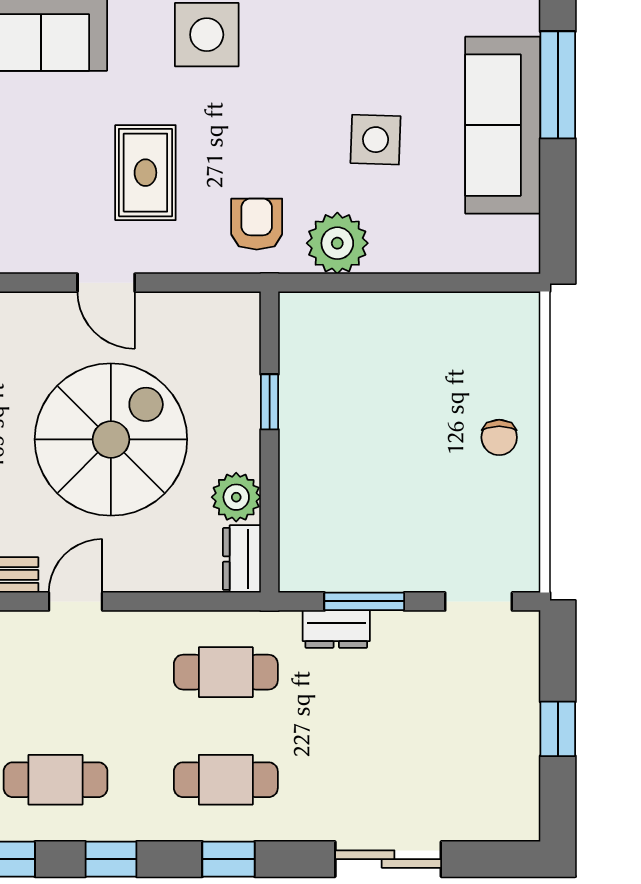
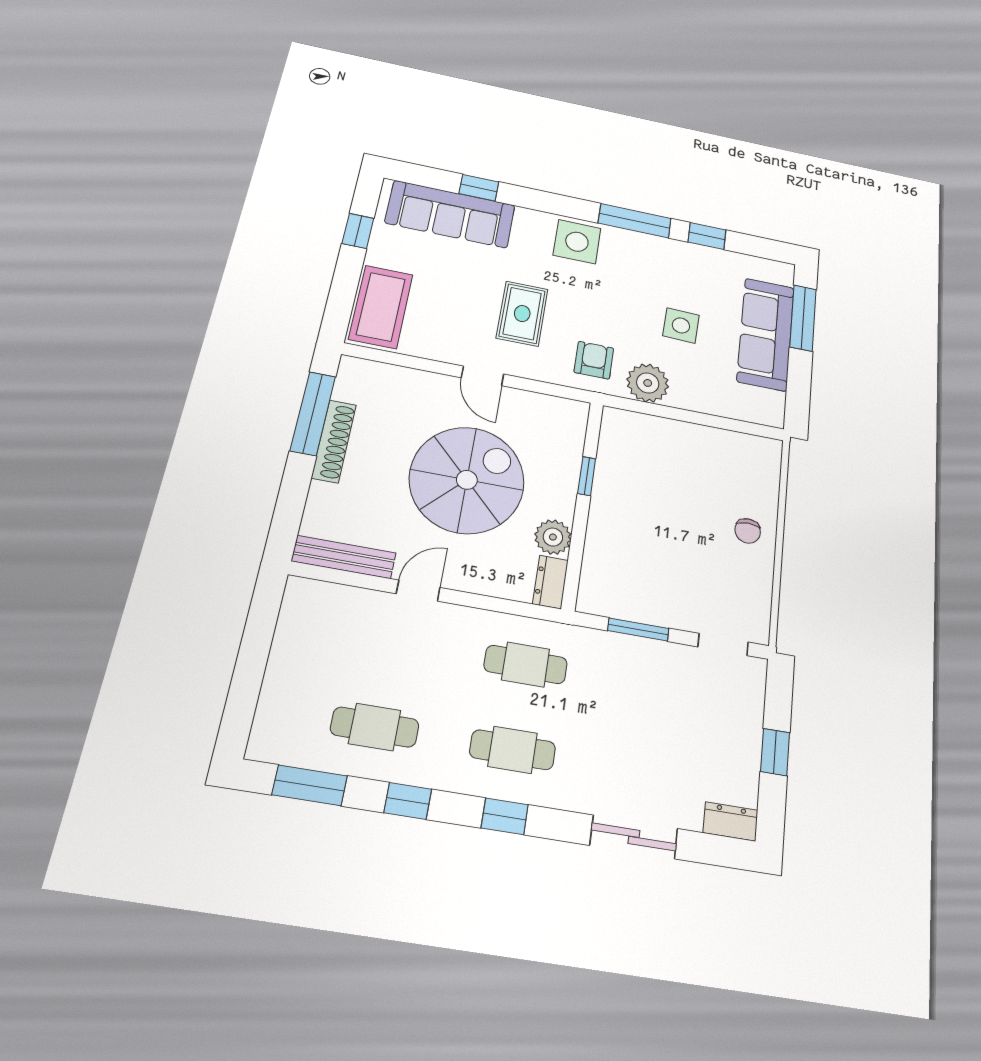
dresser: (336, 629) -> (731, 821), moved, turned 180

